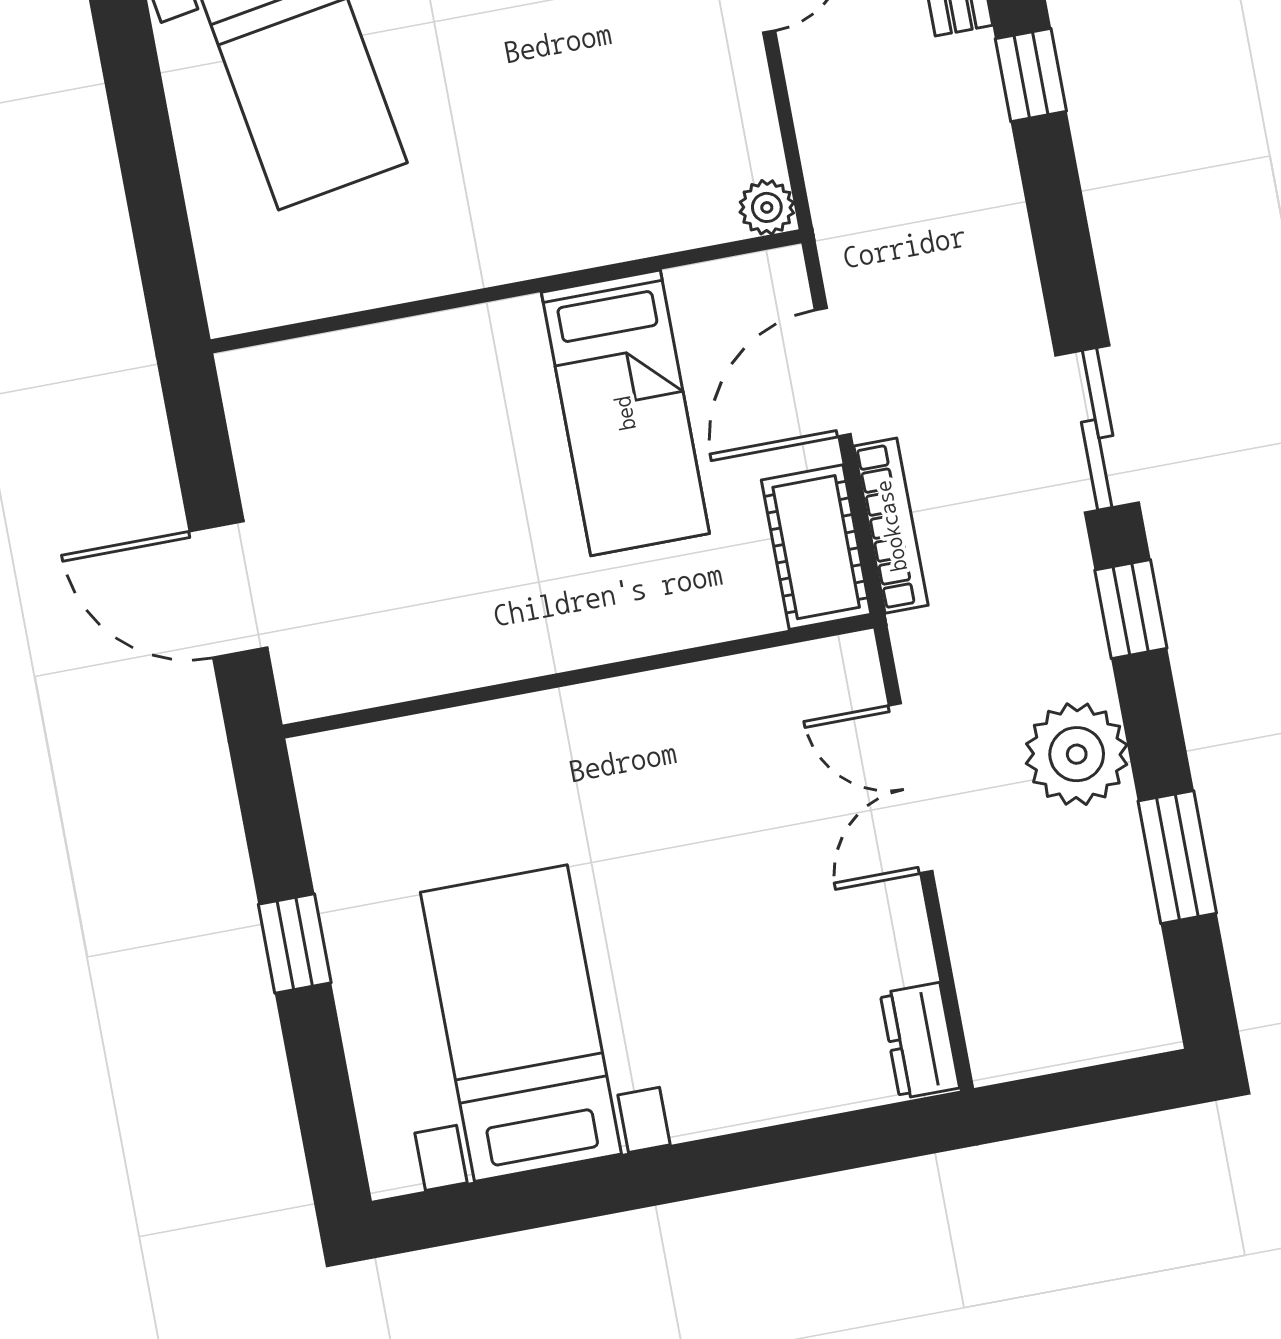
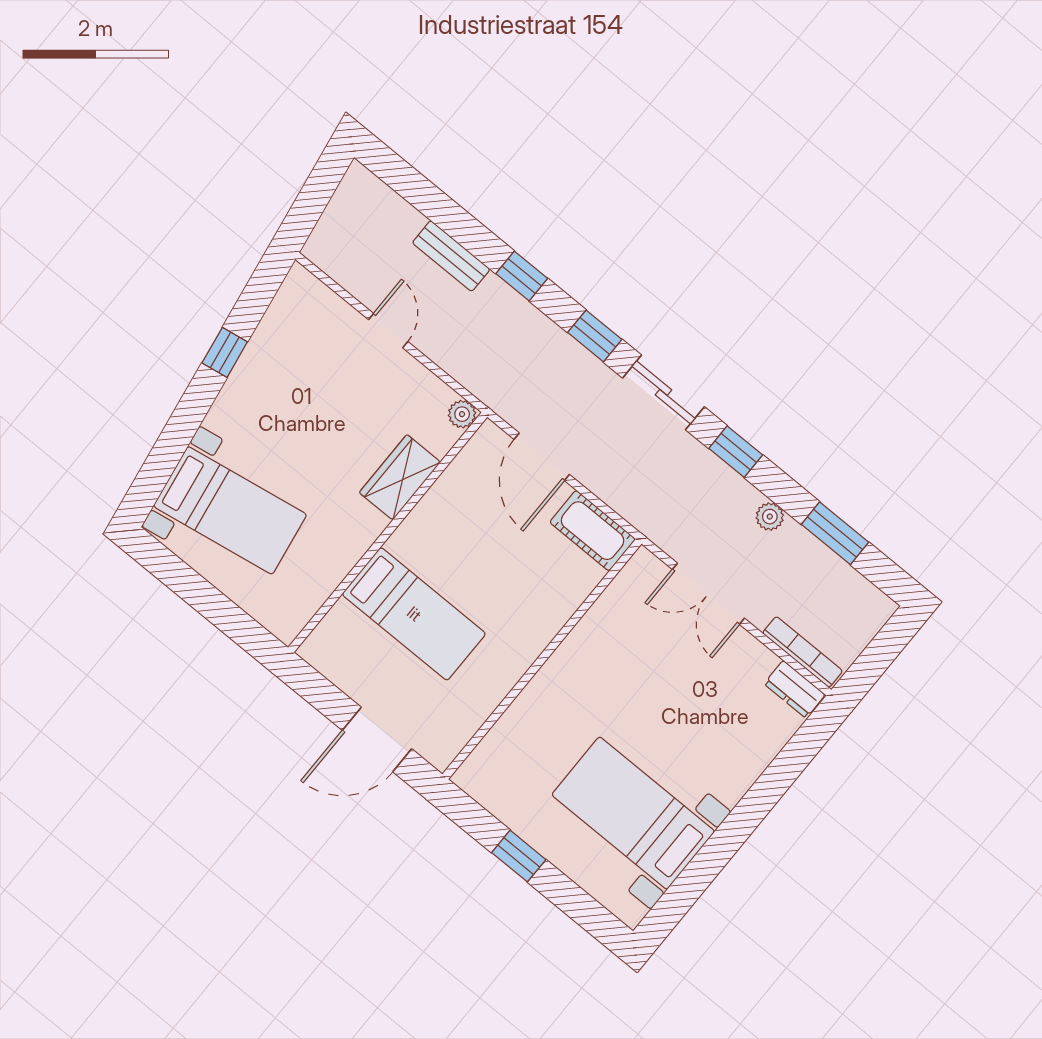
wardrobe: (594, 224) -> (400, 477), added
window: (1065, 257) -> (595, 336), added
bed: (625, 413) -> (414, 614), moved
bookcase: (891, 526) -> (803, 652), moved
plant: (1077, 754) -> (770, 517), width x0.53, depth x0.53

